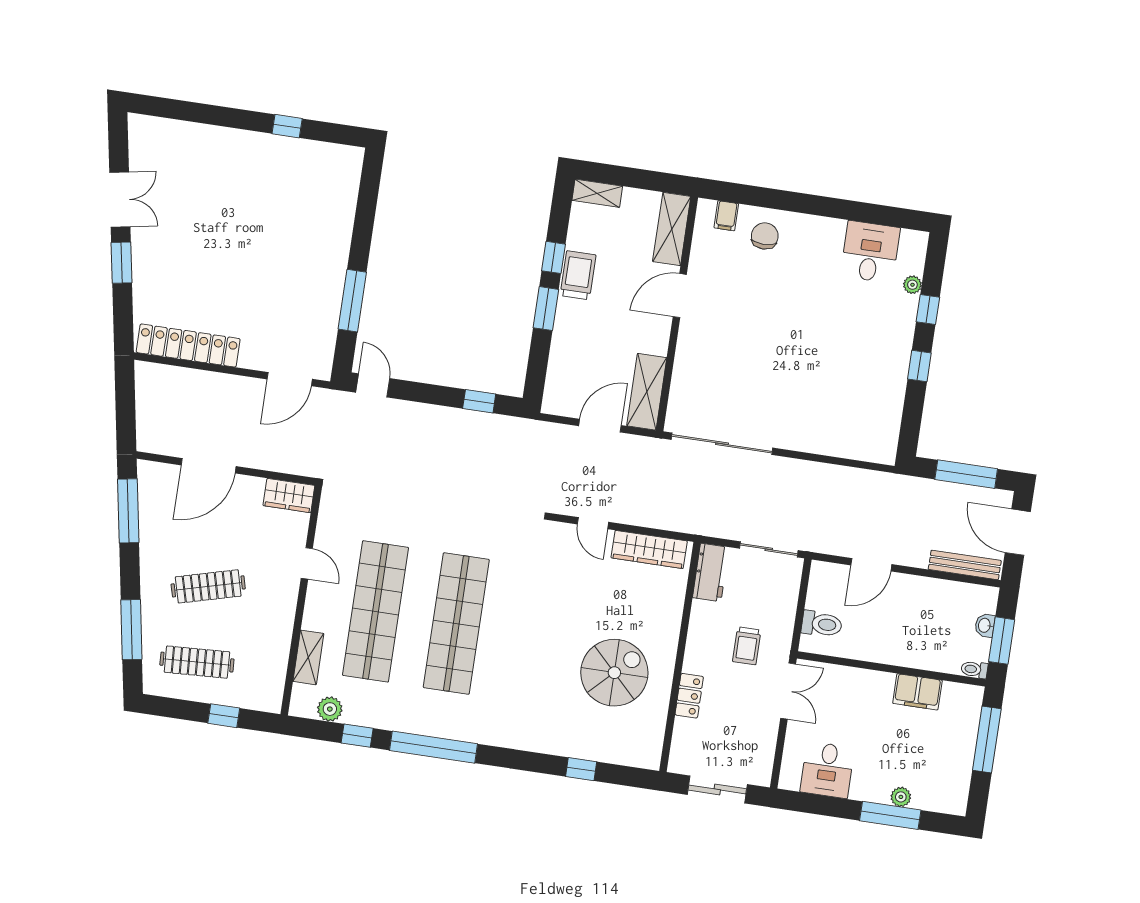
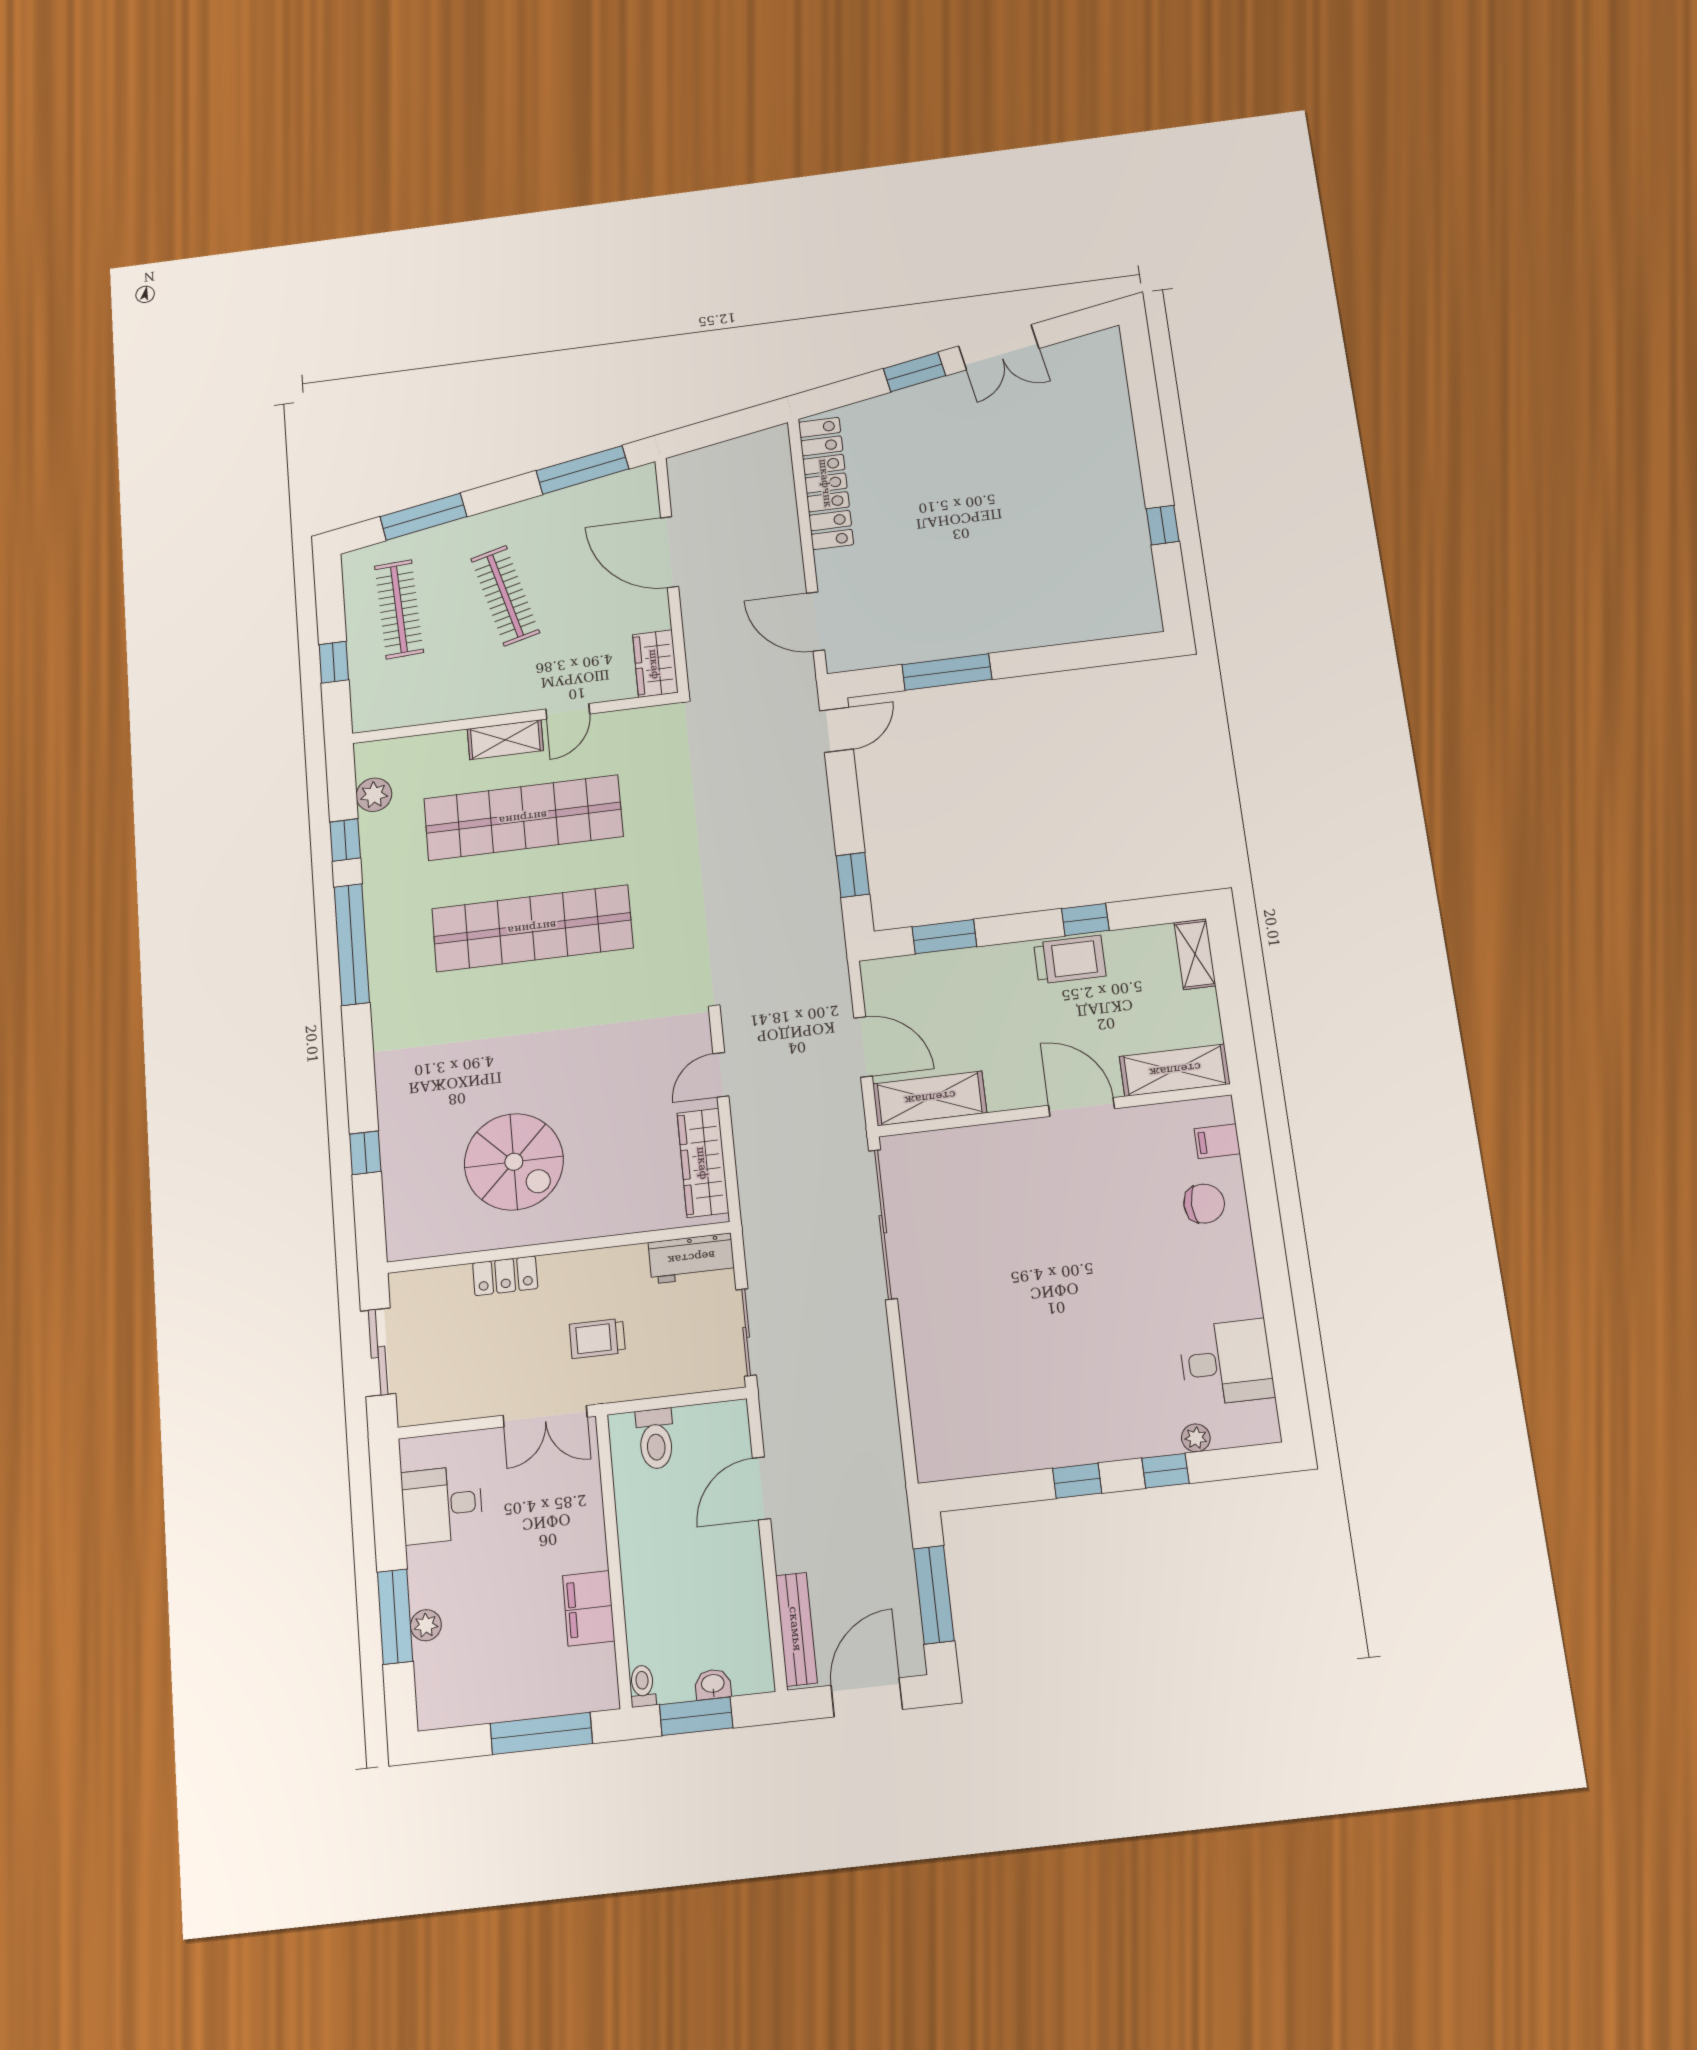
window: (546, 309) -> (944, 937), moved
door: (871, 565) -> (761, 1488), hinge flipped
shelving: (308, 657) -> (505, 740), moved

